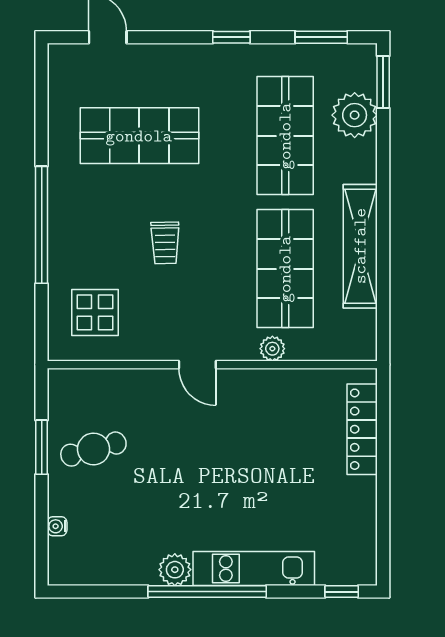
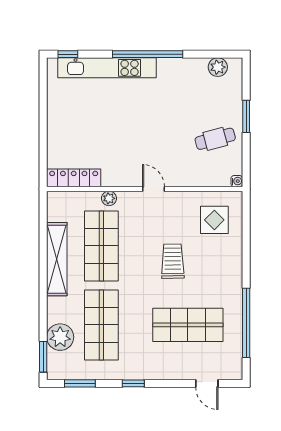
window: (42, 225) -> (246, 323), moved
trolley: (165, 243) -> (173, 261), width x1.36, depth x1.39
locker: (362, 429) -> (74, 178), moved, turned -90
window: (42, 447) -> (246, 116), moved
water cooler: (57, 526) -> (237, 181), moved
kitchen unit: (254, 569) -> (107, 68), width x1.36
plant: (175, 570) -> (218, 67), moved

